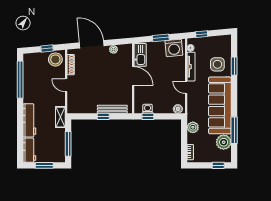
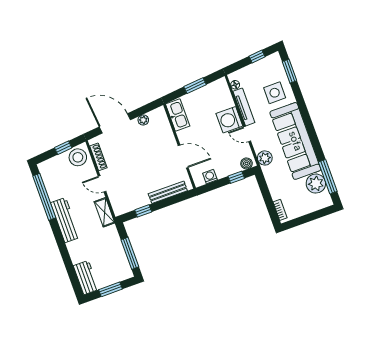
window: (202, 34) -> (257, 56), moved
washing machine: (174, 48) -> (229, 120), moved, turned 95
window: (234, 66) -> (290, 71), moved
door: (133, 76) -> (183, 156), moved
window: (103, 116) -> (143, 211), moved
window: (148, 116) -> (236, 177), moved
shelving: (60, 117) -> (104, 212), moved
workbench: (29, 120) -> (65, 220), moved
plant: (193, 127) -> (265, 158), moved
window: (234, 130) -> (328, 177), moved
window: (218, 165) -> (320, 214), removed

